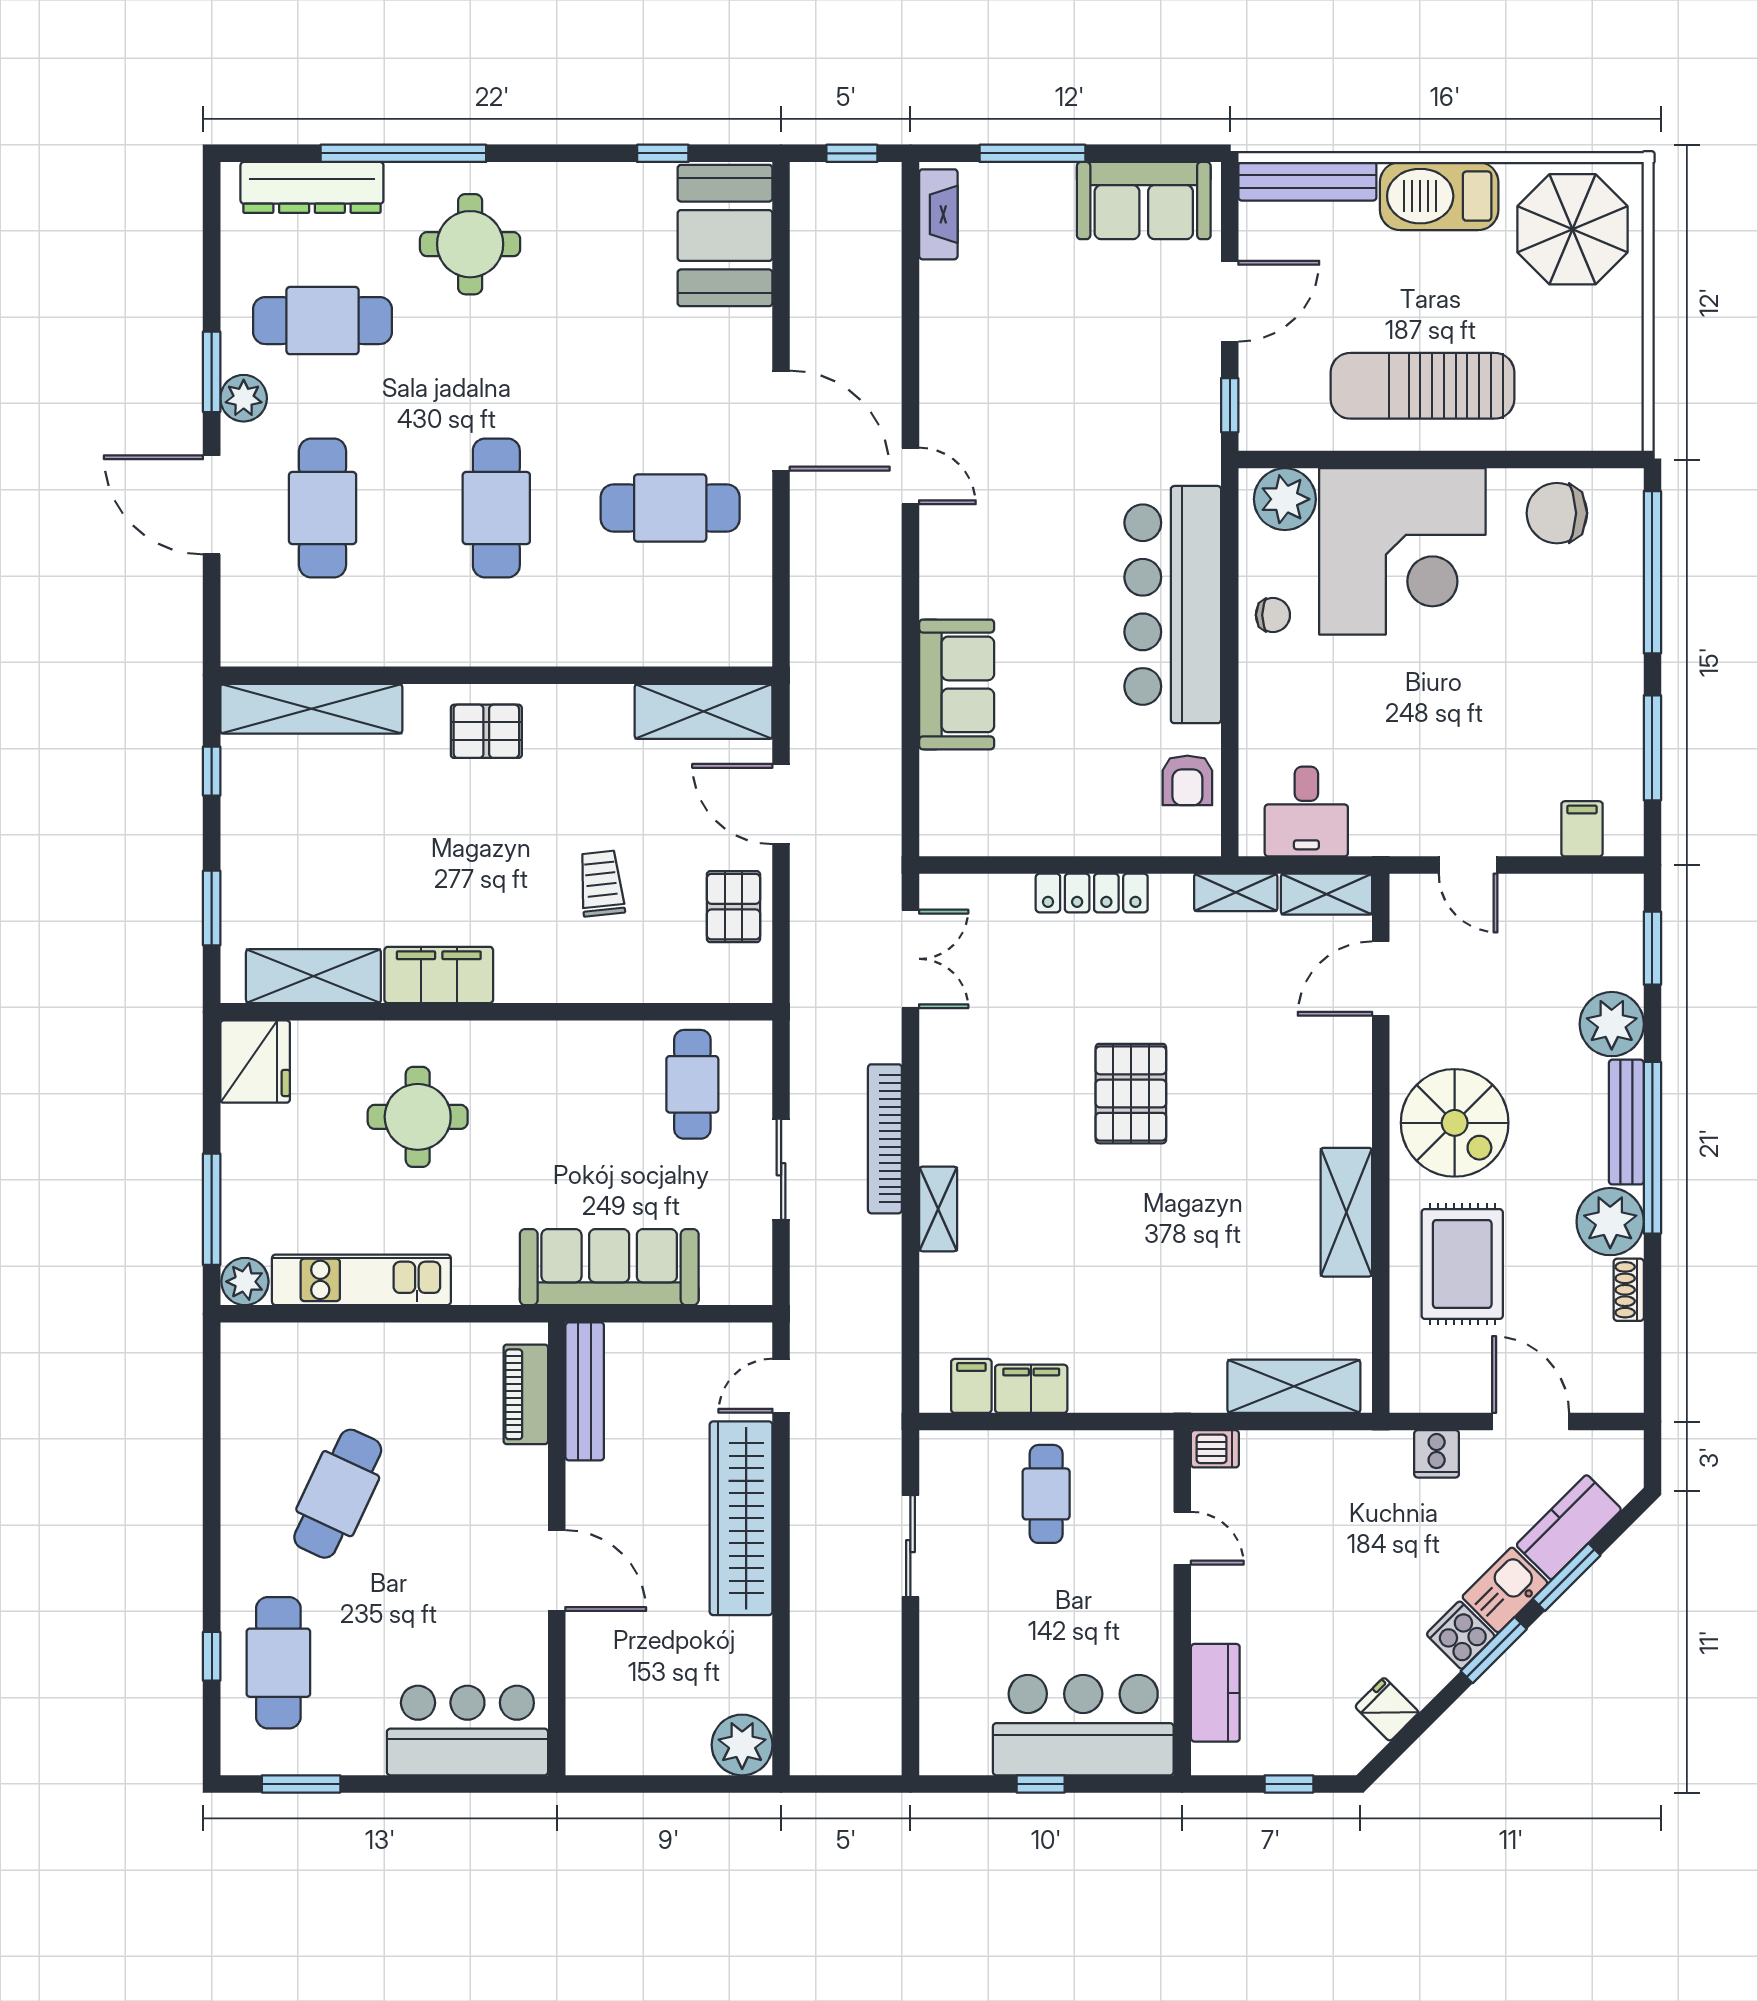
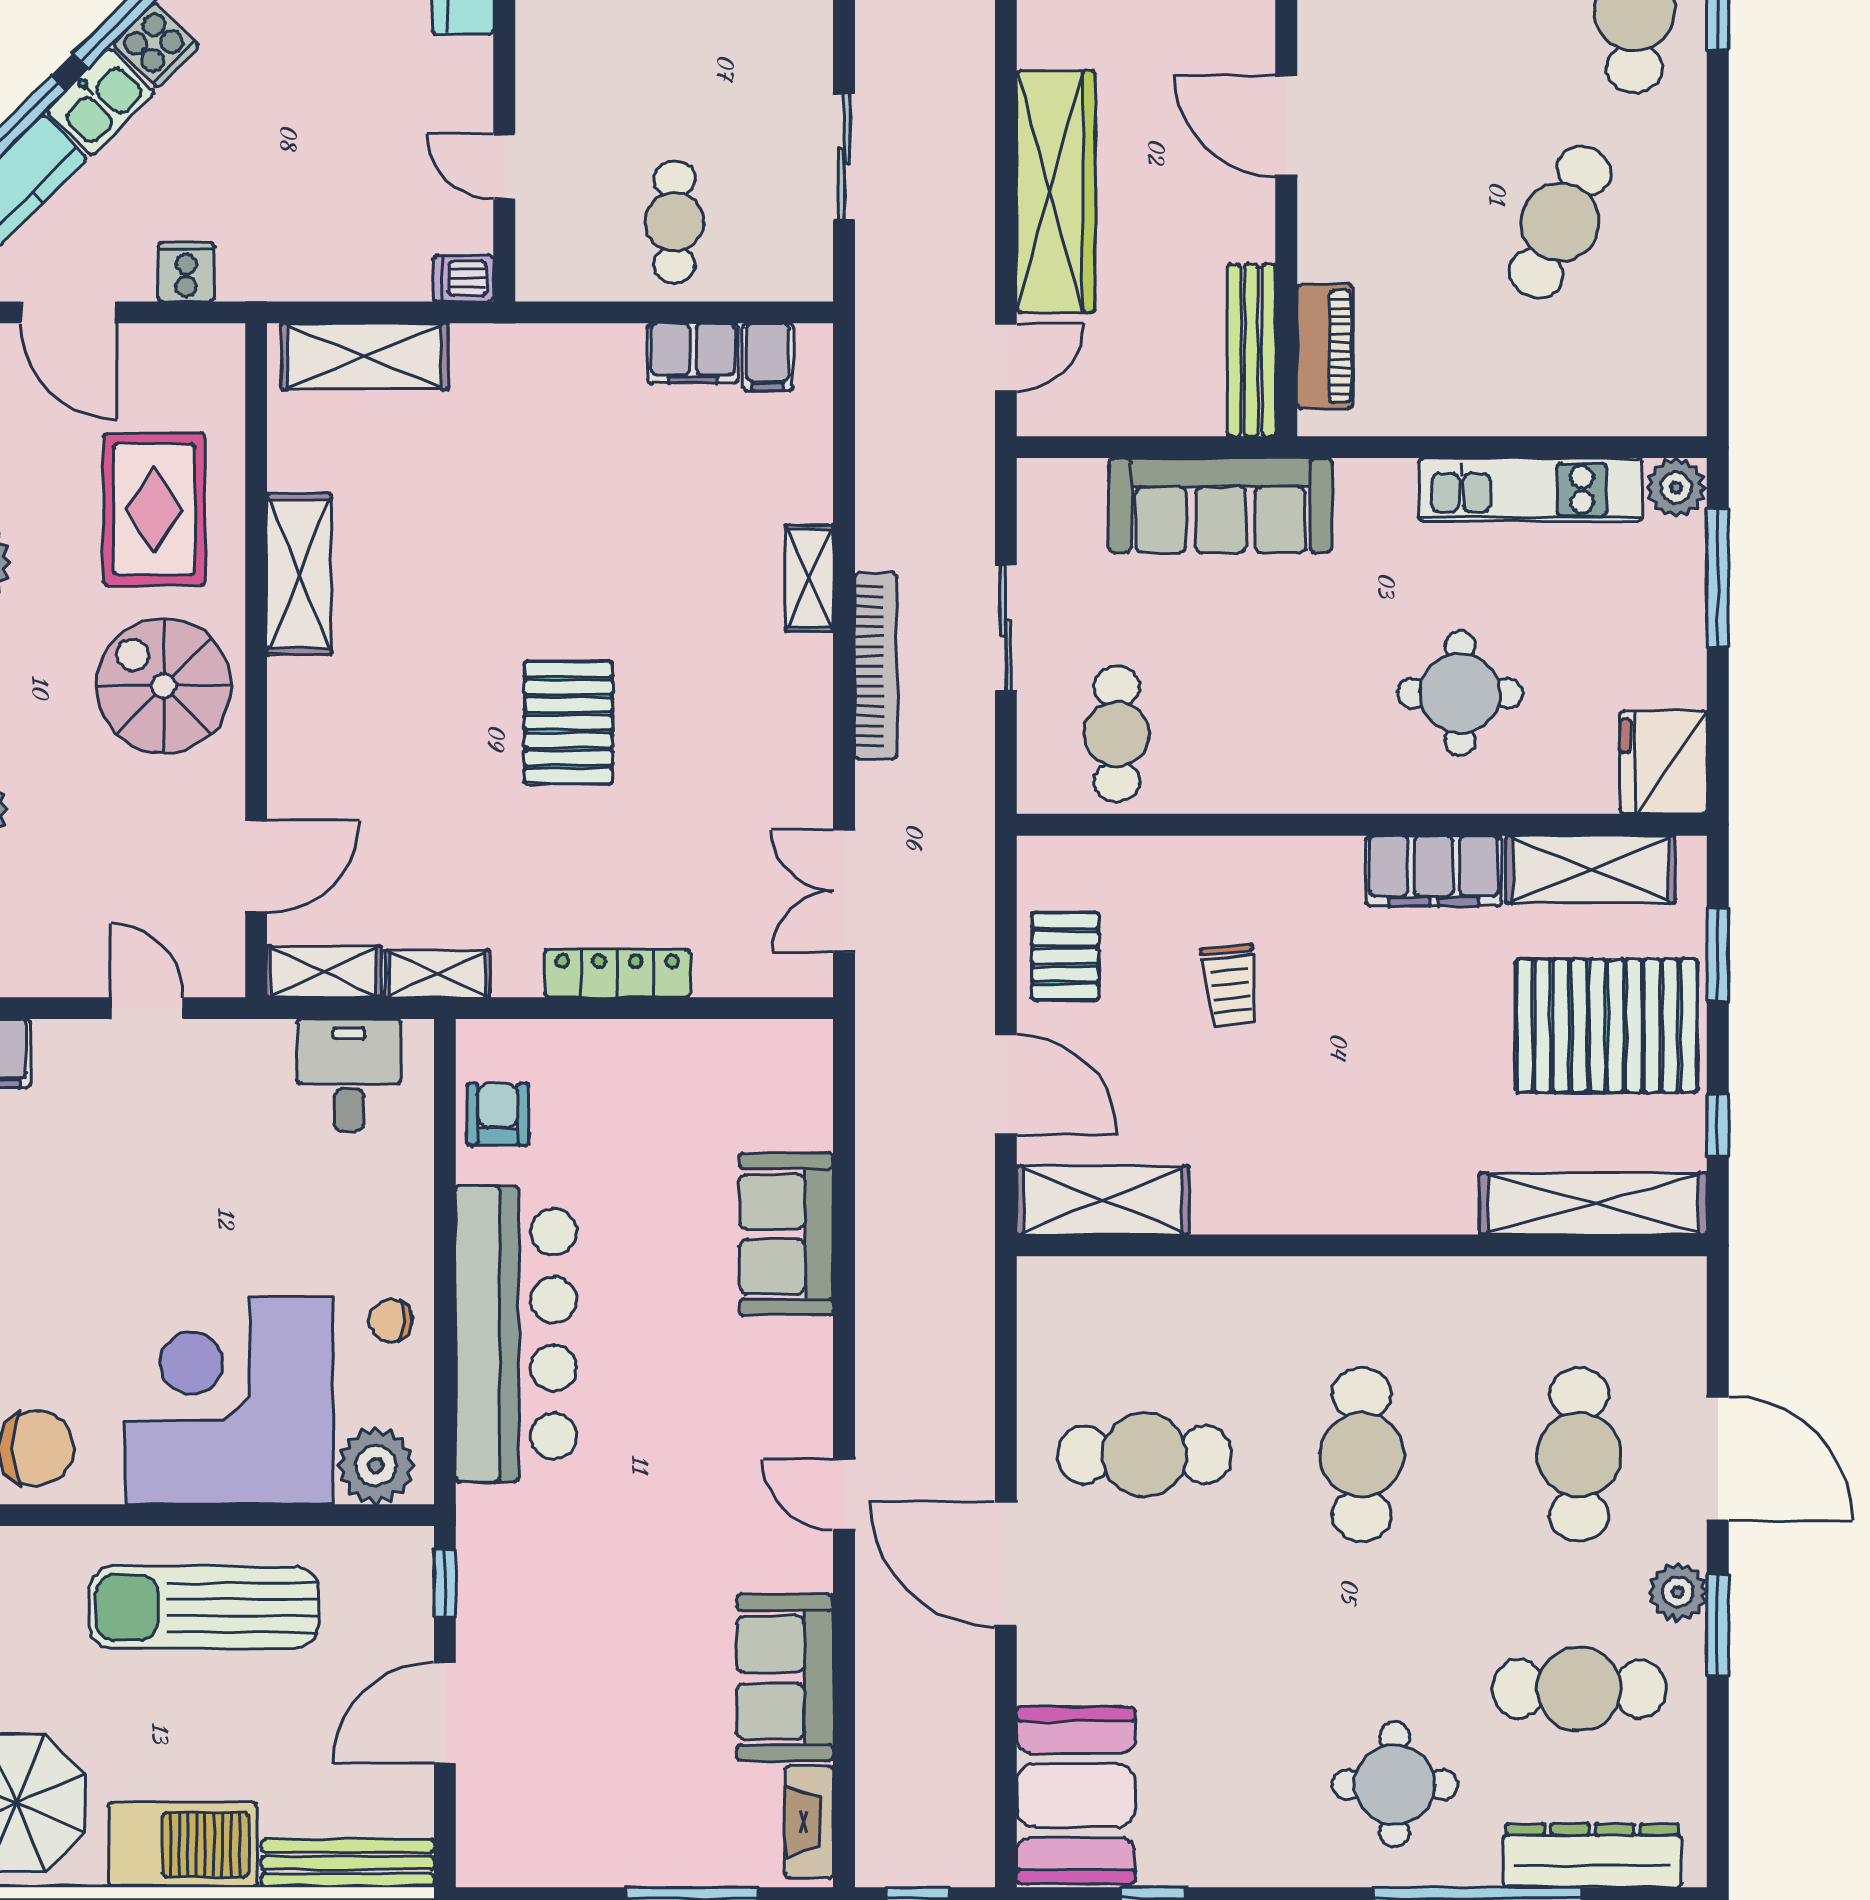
sofa: (1144, 201) -> (785, 1678), moved, turned -90
sun lounger: (1422, 386) -> (204, 1607), turned 180
pallet: (486, 731) -> (1607, 1026), moved, width x2.05, depth x2.00

